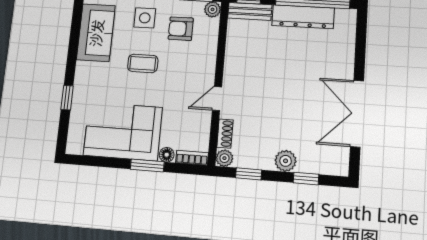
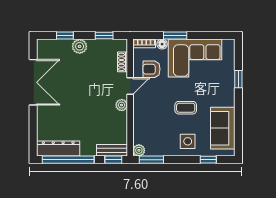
dresser: (303, 17) -> (58, 149), moved
armchair: (181, 29) -> (152, 69), moved, turned 180
plant: (224, 158) -> (122, 105), moved

